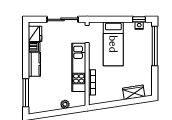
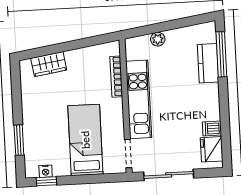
window: (155, 46) -> (19, 140), width x0.47
kitchen counter: (34, 64) -> (208, 63), moved

